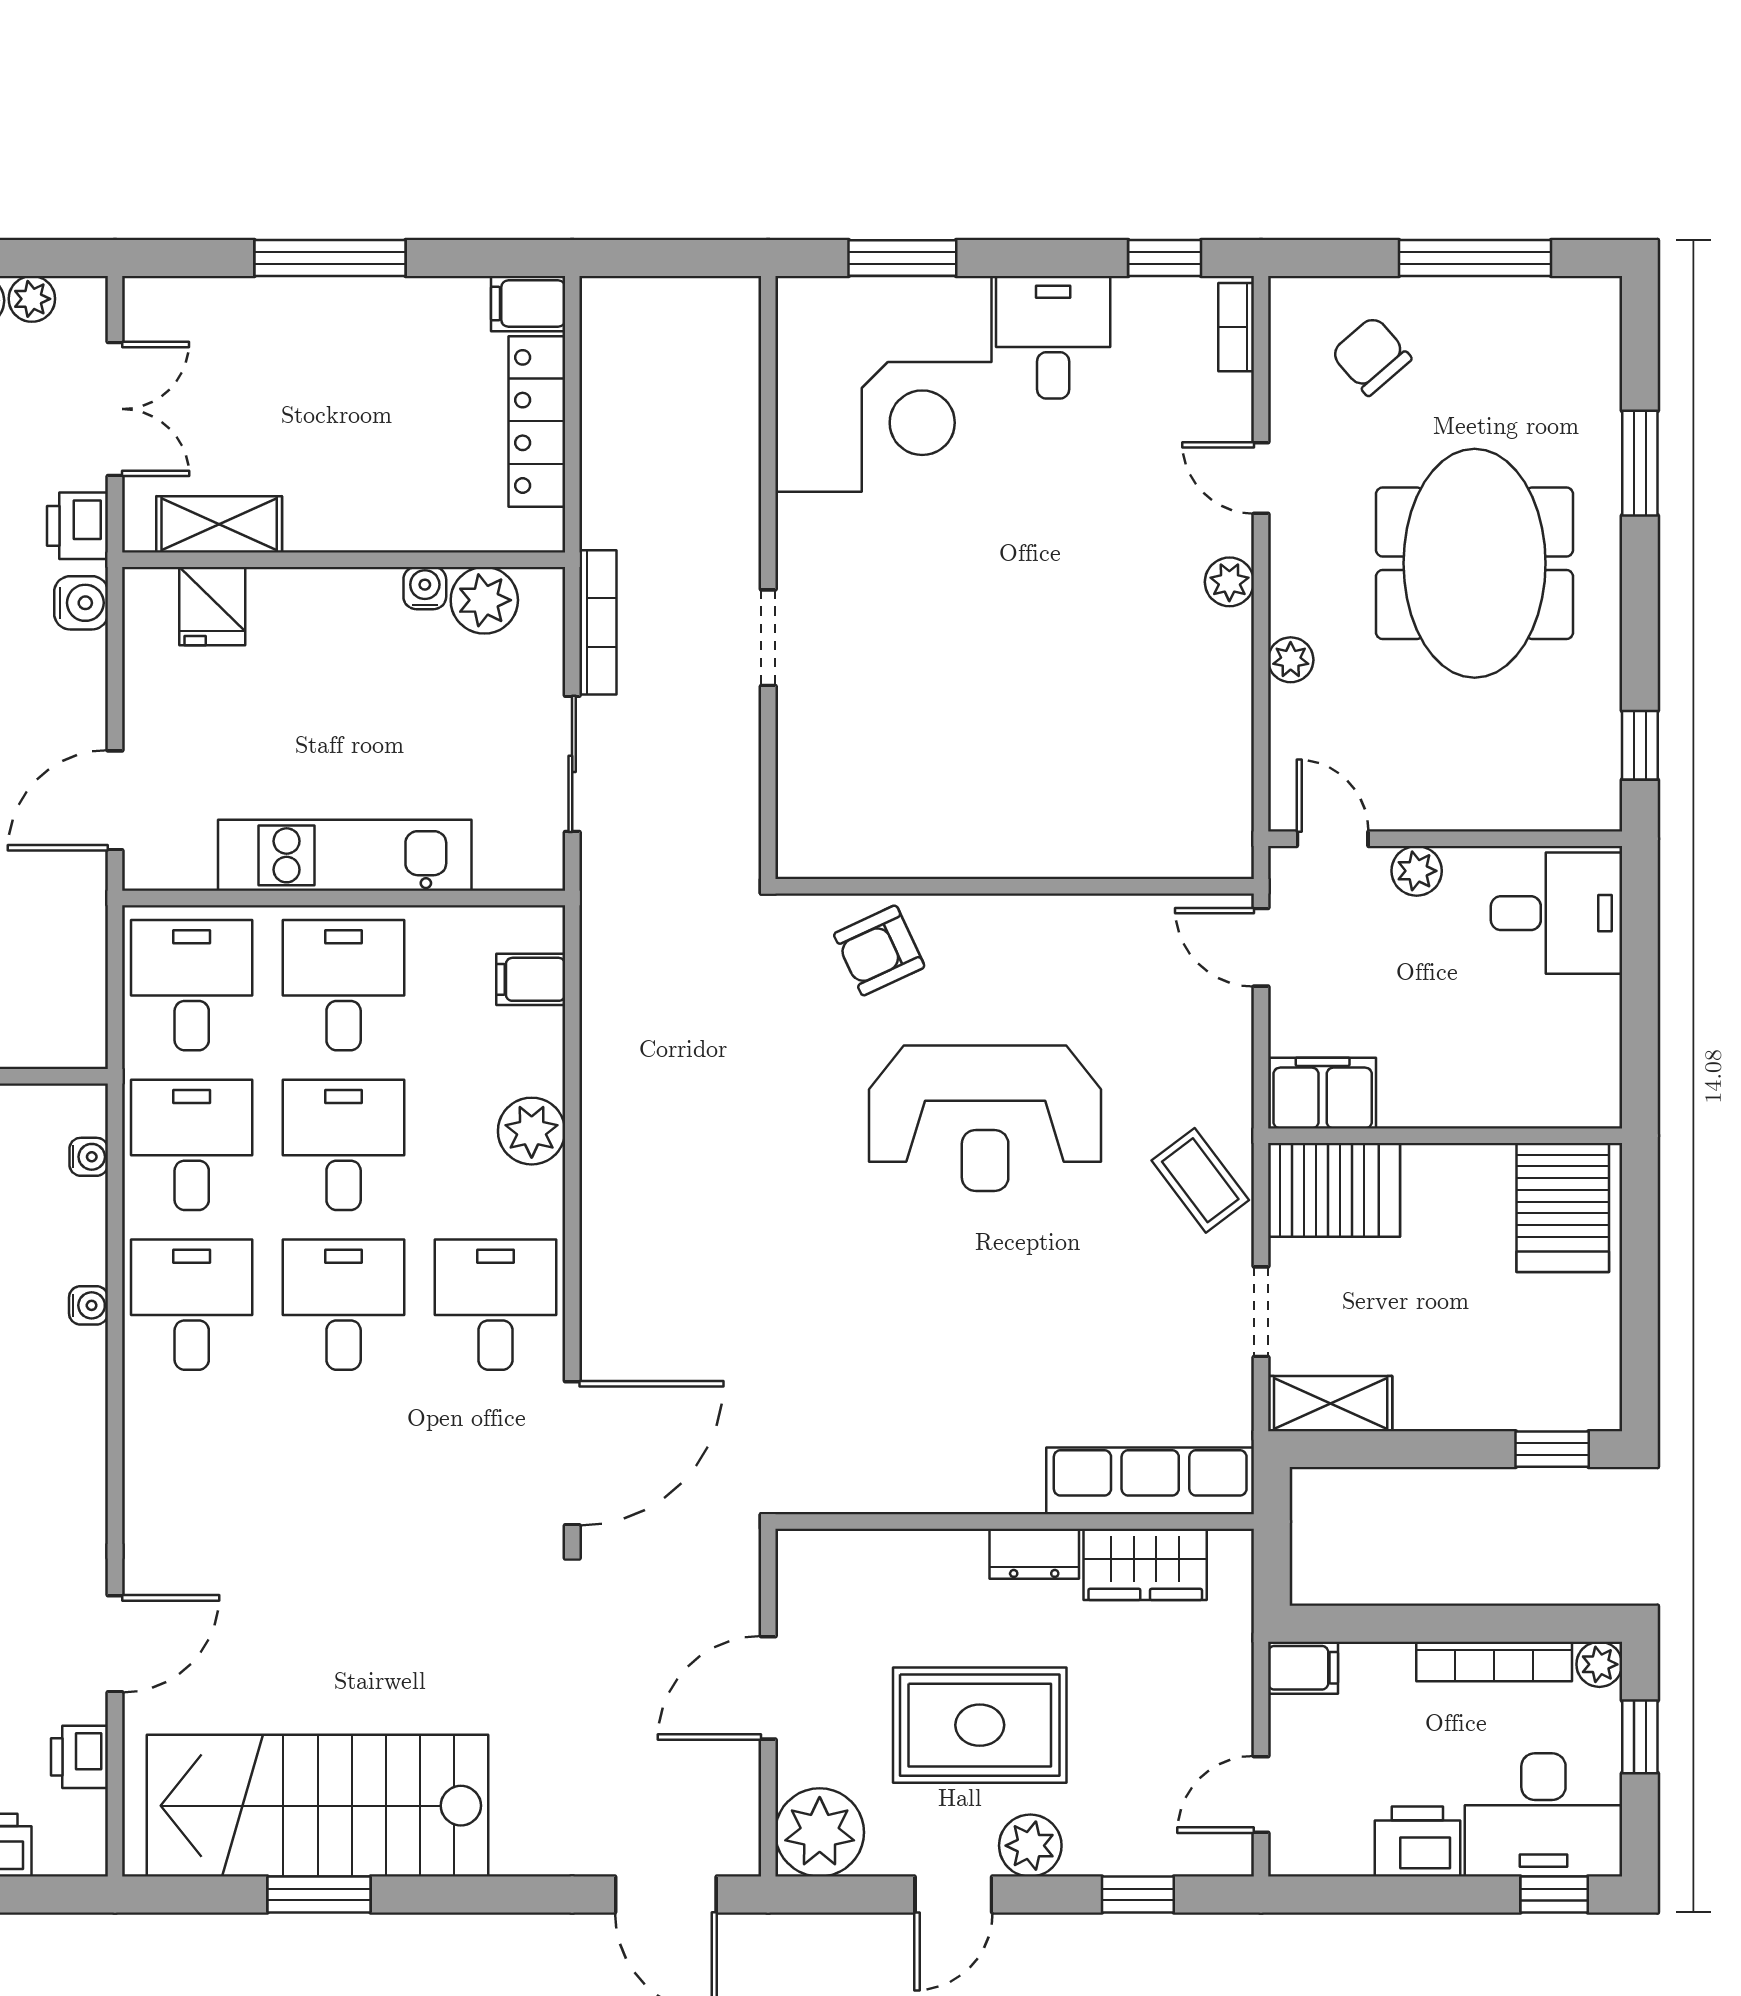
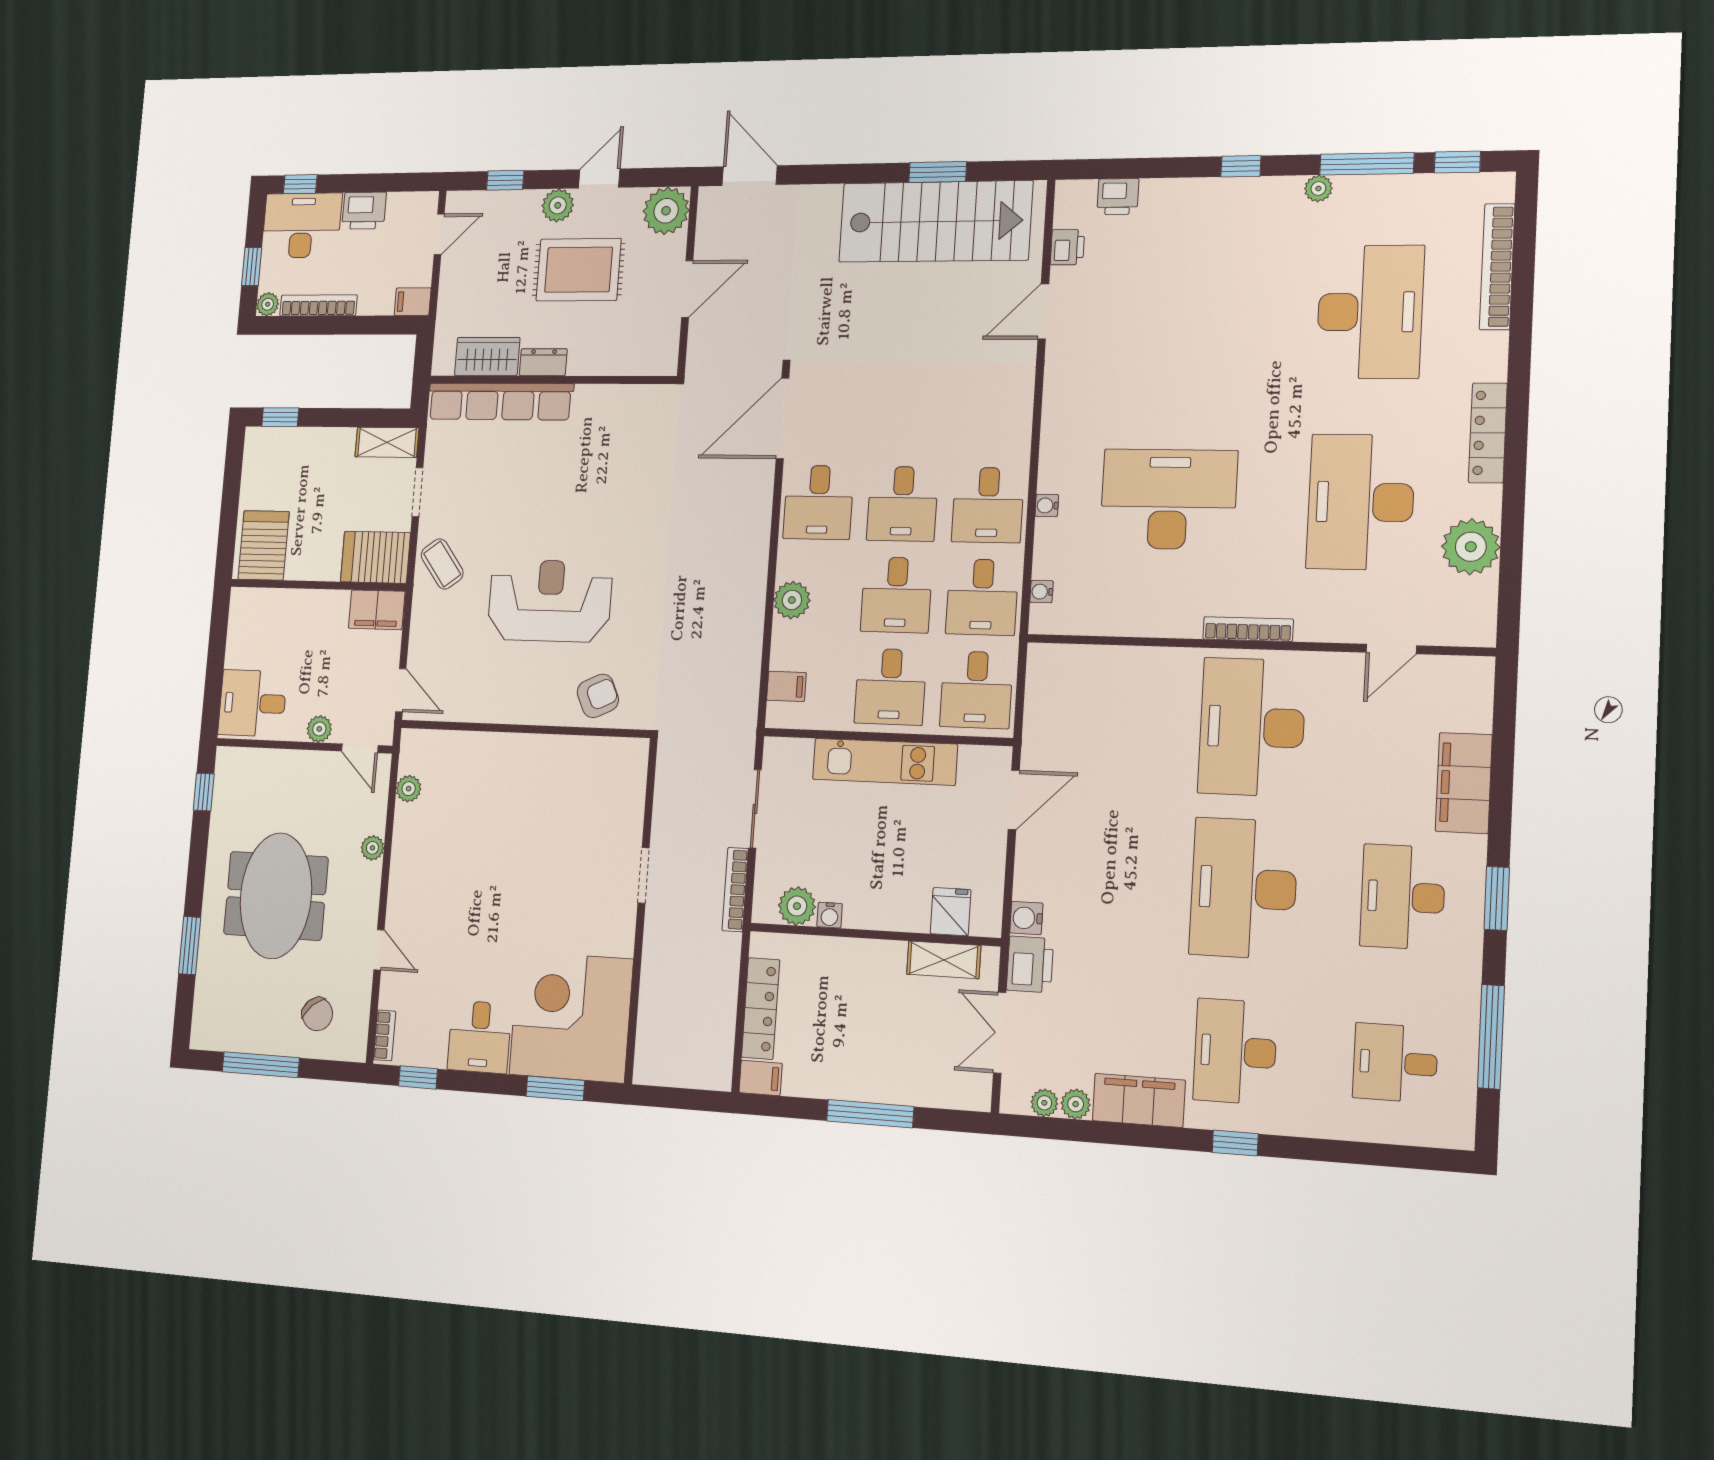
printer: (77, 526) -> (1030, 964), width x1.36, depth x1.24
plant: (1229, 582) -> (409, 789), moved
row of seats: (1150, 1481) -> (500, 402), width x1.36

